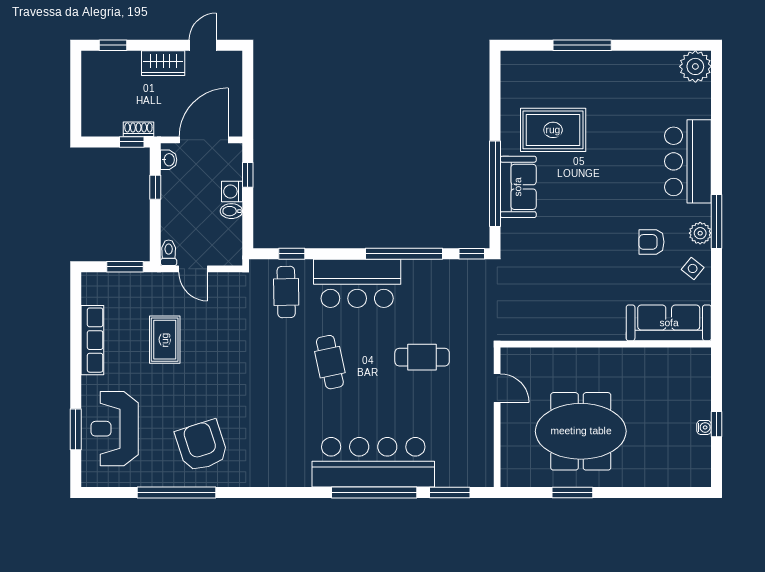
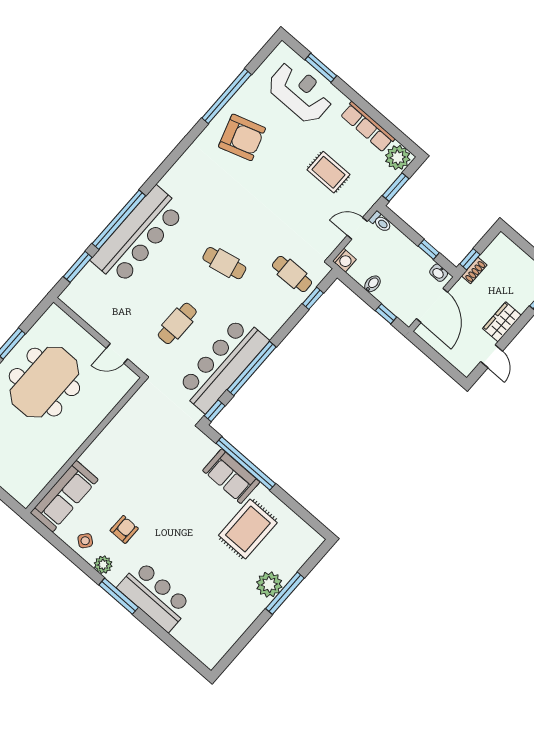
plant: (695, 66) -> (269, 585), moved
washing machine: (232, 191) -> (344, 260), moved, turned 90
window: (717, 222) -> (119, 596), moved
bar counter: (357, 283) -> (223, 364), moved, width x1.36
plant: (96, 288) -> (398, 157), added

